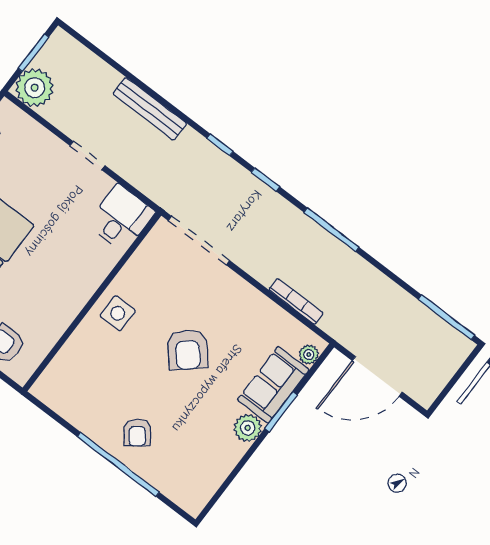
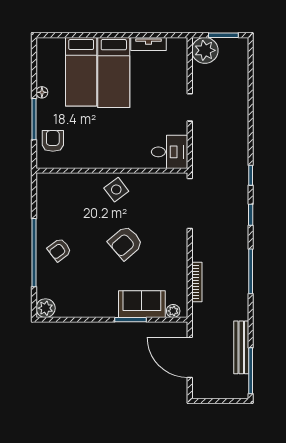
bench: (150, 109) -> (241, 347), moved
side table: (118, 313) -> (116, 190), turned -37
plant: (248, 428) -> (46, 308), moved

